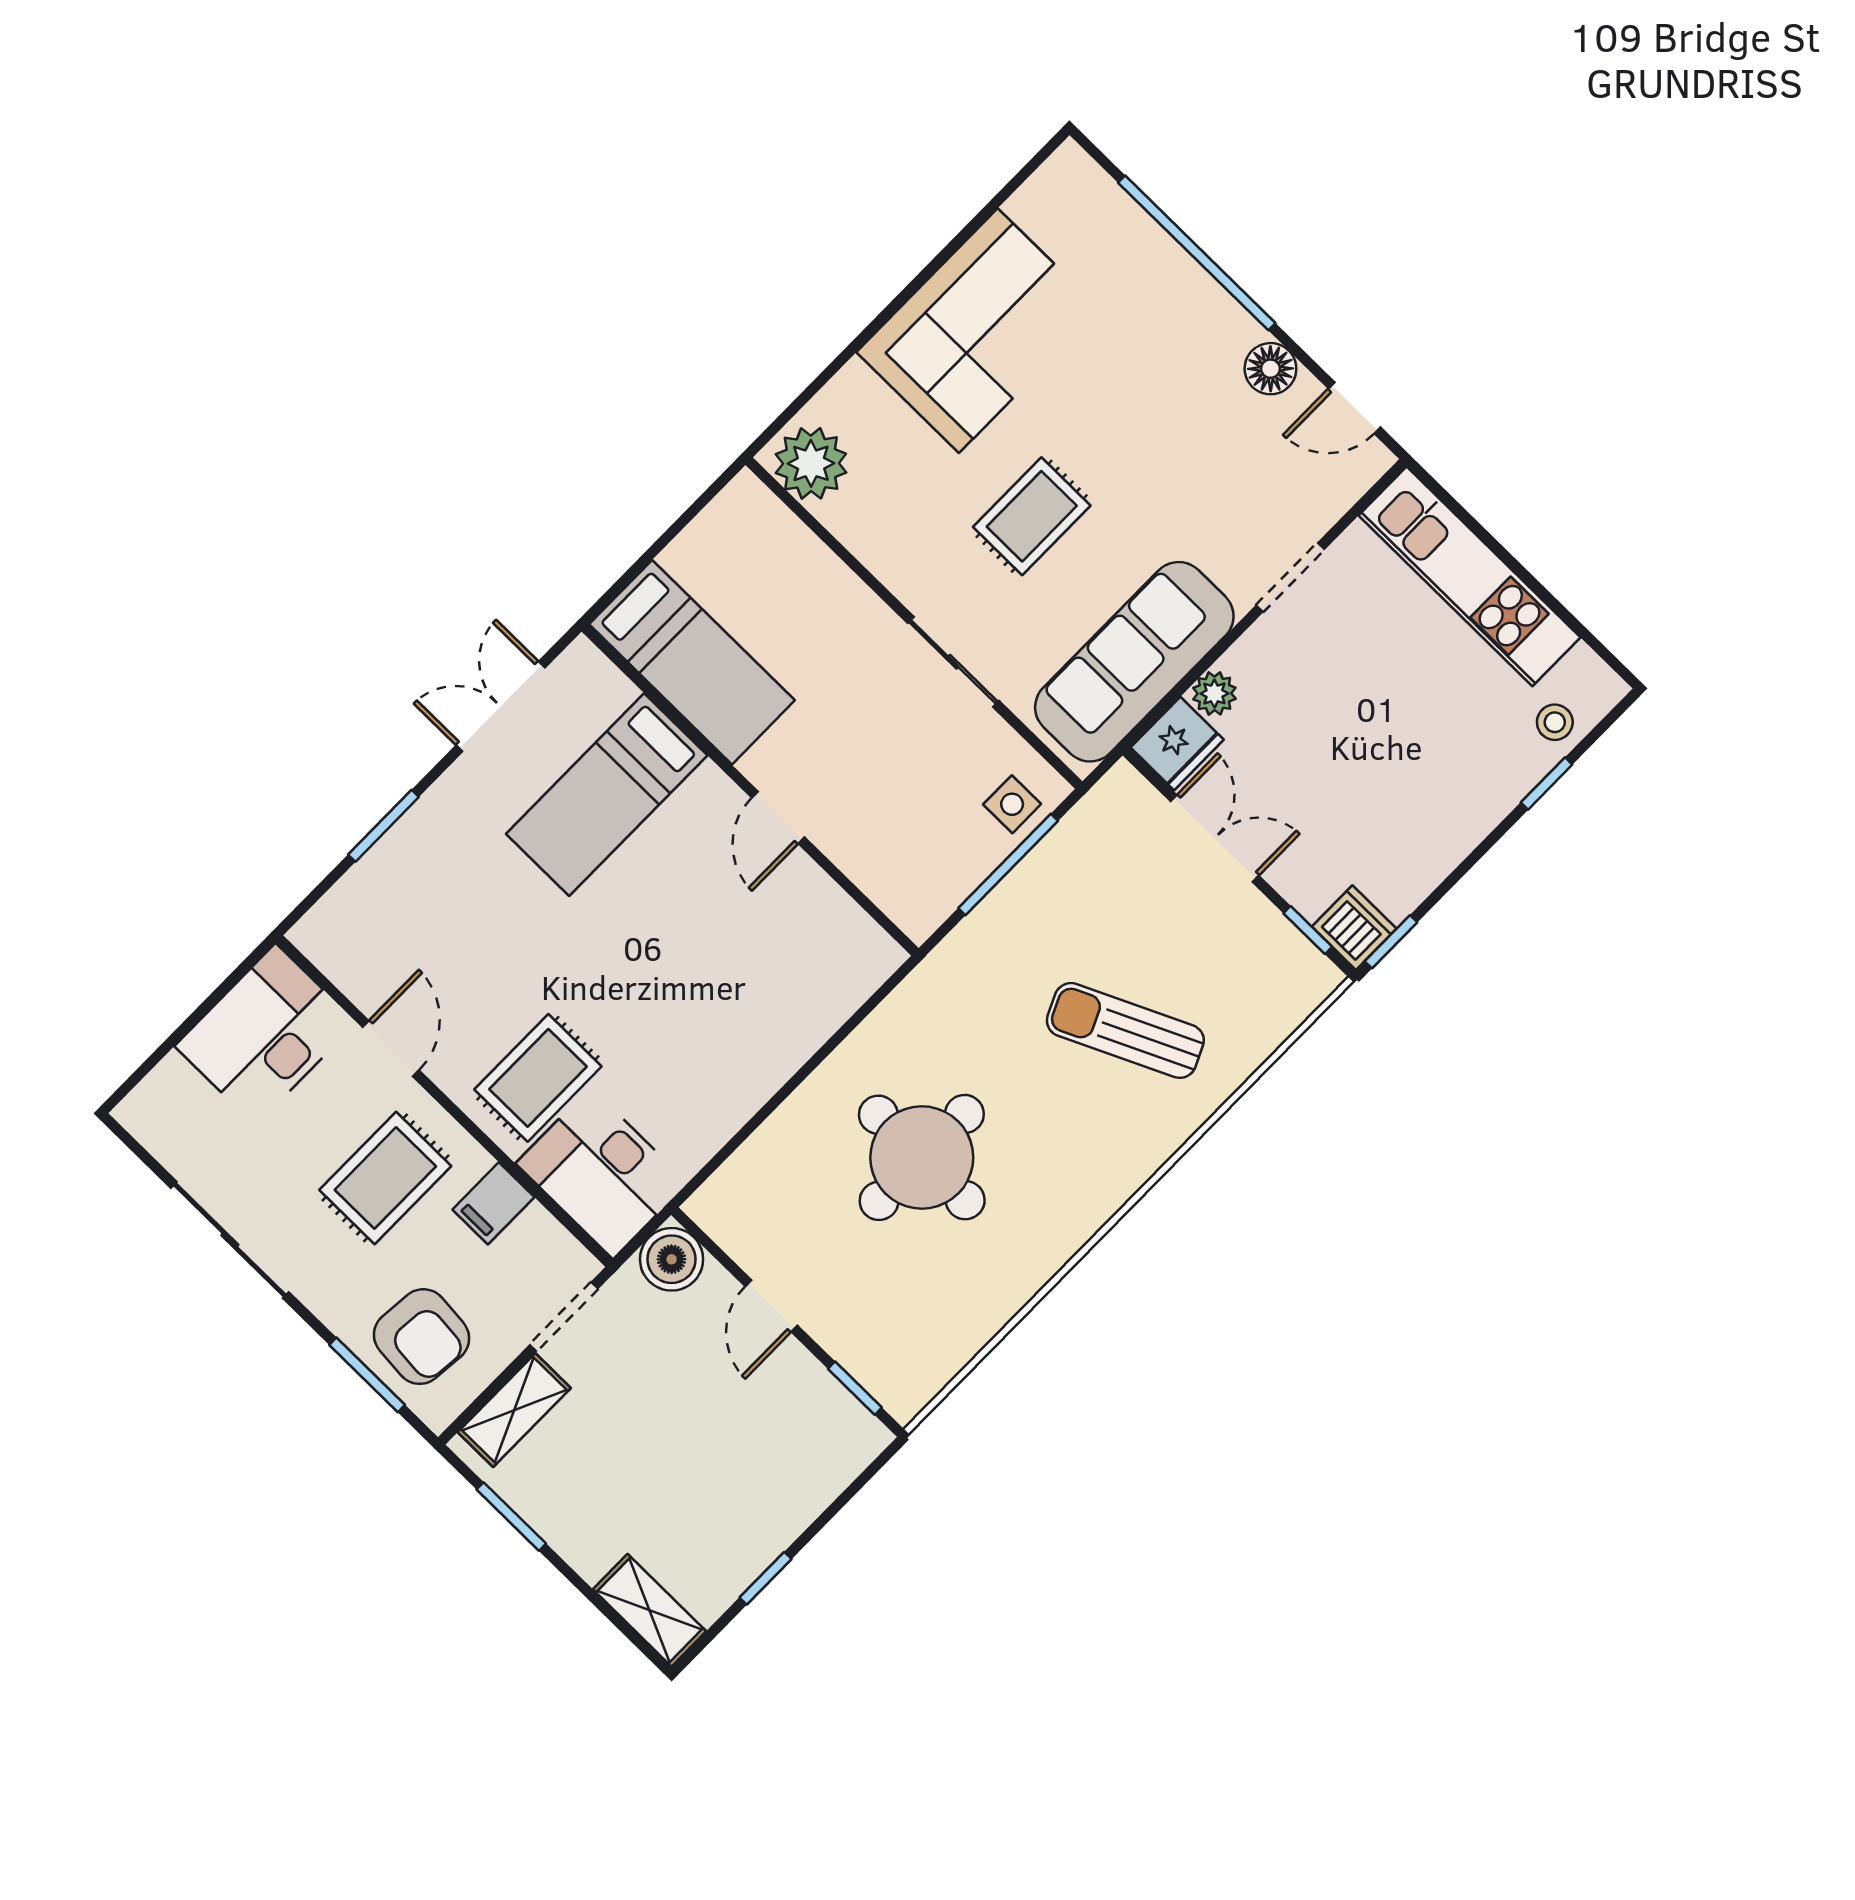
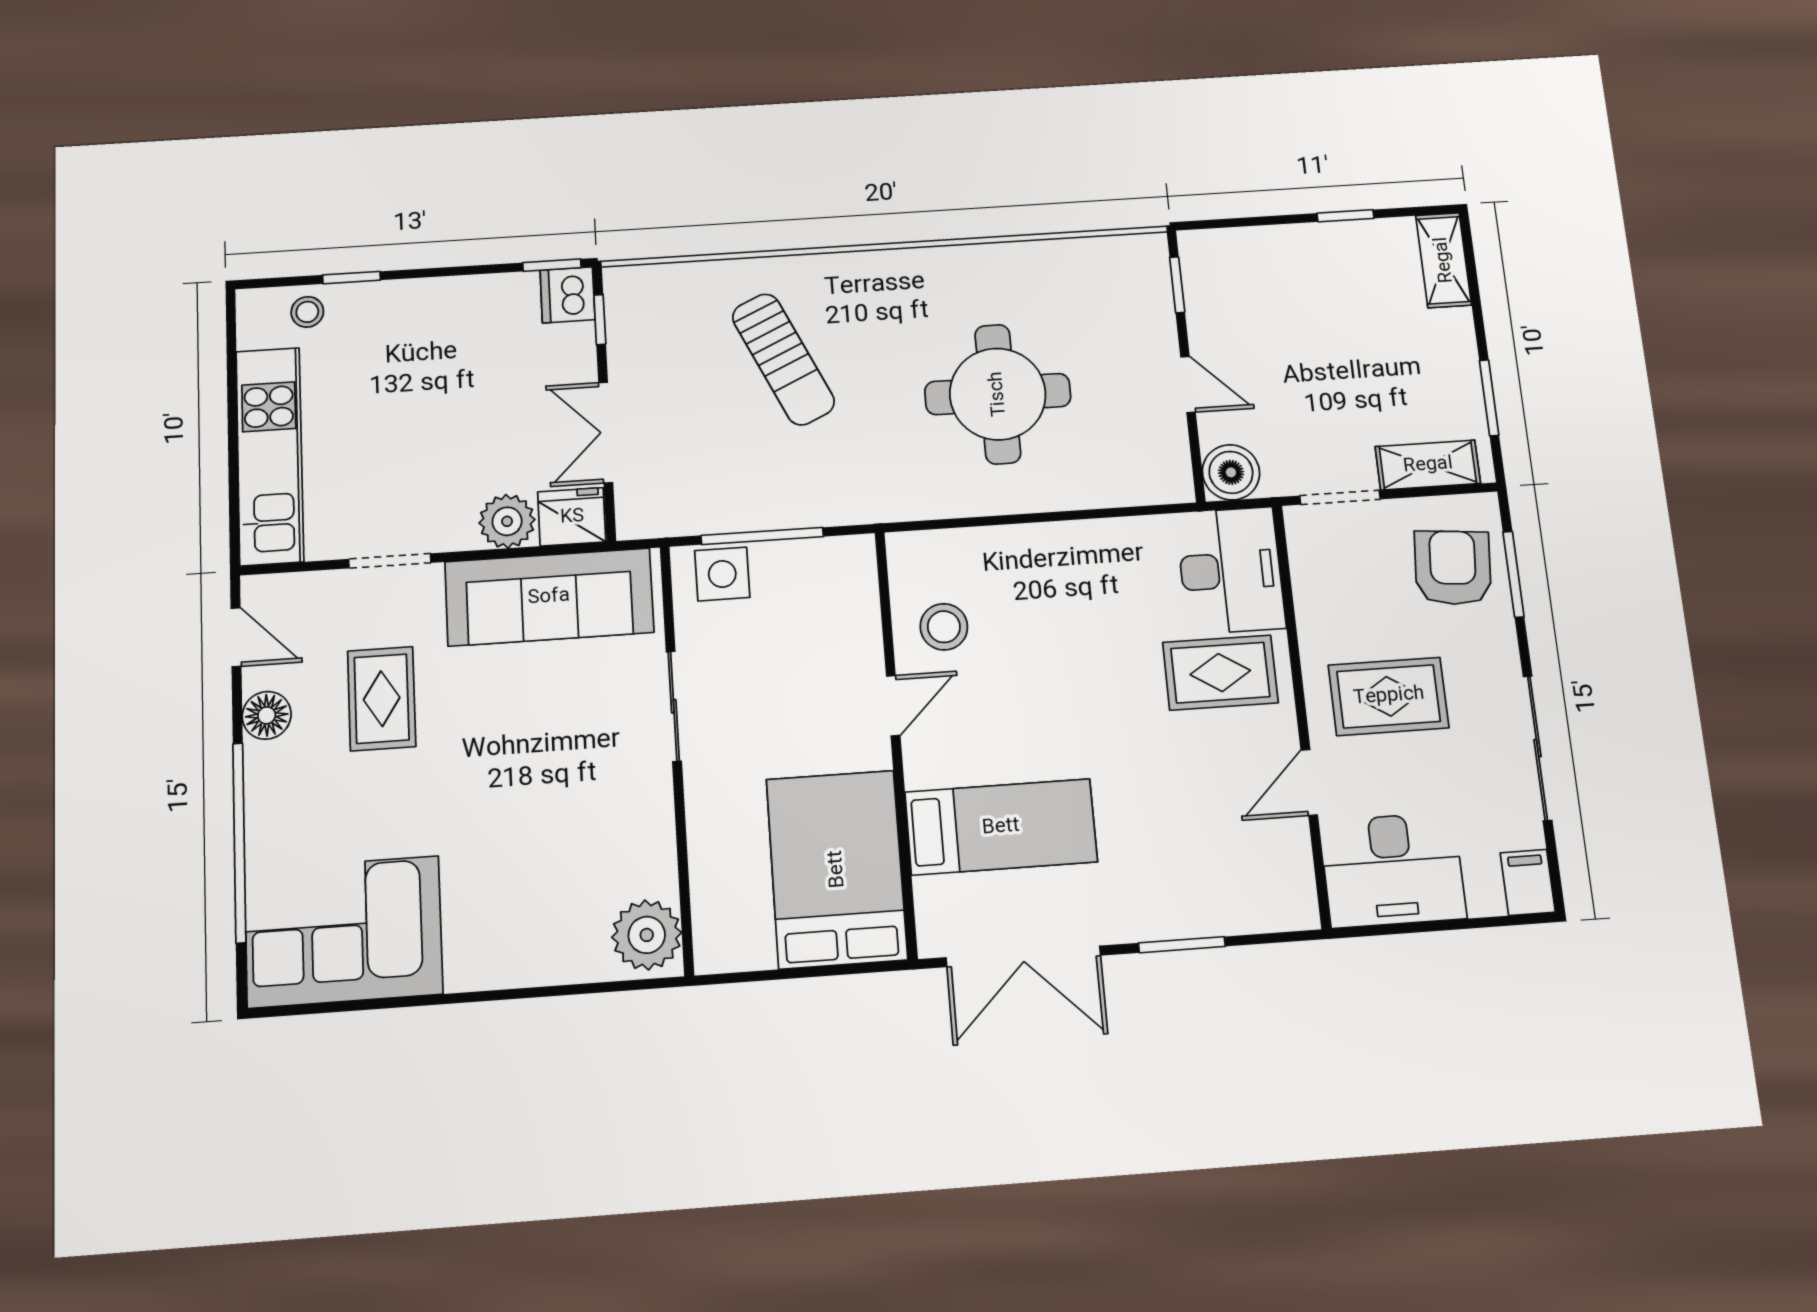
corner sofa: (978, 331) -> (343, 932), moved
rug: (1032, 516) -> (382, 699), moved, turned 90
bed: (692, 662) -> (837, 869), width x1.50
plant: (1214, 693) -> (507, 521), width x1.38, depth x1.38
double door: (501, 707) -> (1023, 956), width x1.37
side table: (1012, 804) -> (722, 574), width x1.37, depth x1.37
stool: (794, 919) -> (944, 627), added
filing cabinet: (493, 1203) -> (1528, 882), moved, turned -90
door: (771, 1306) -> (1188, 384), hinge flipped

